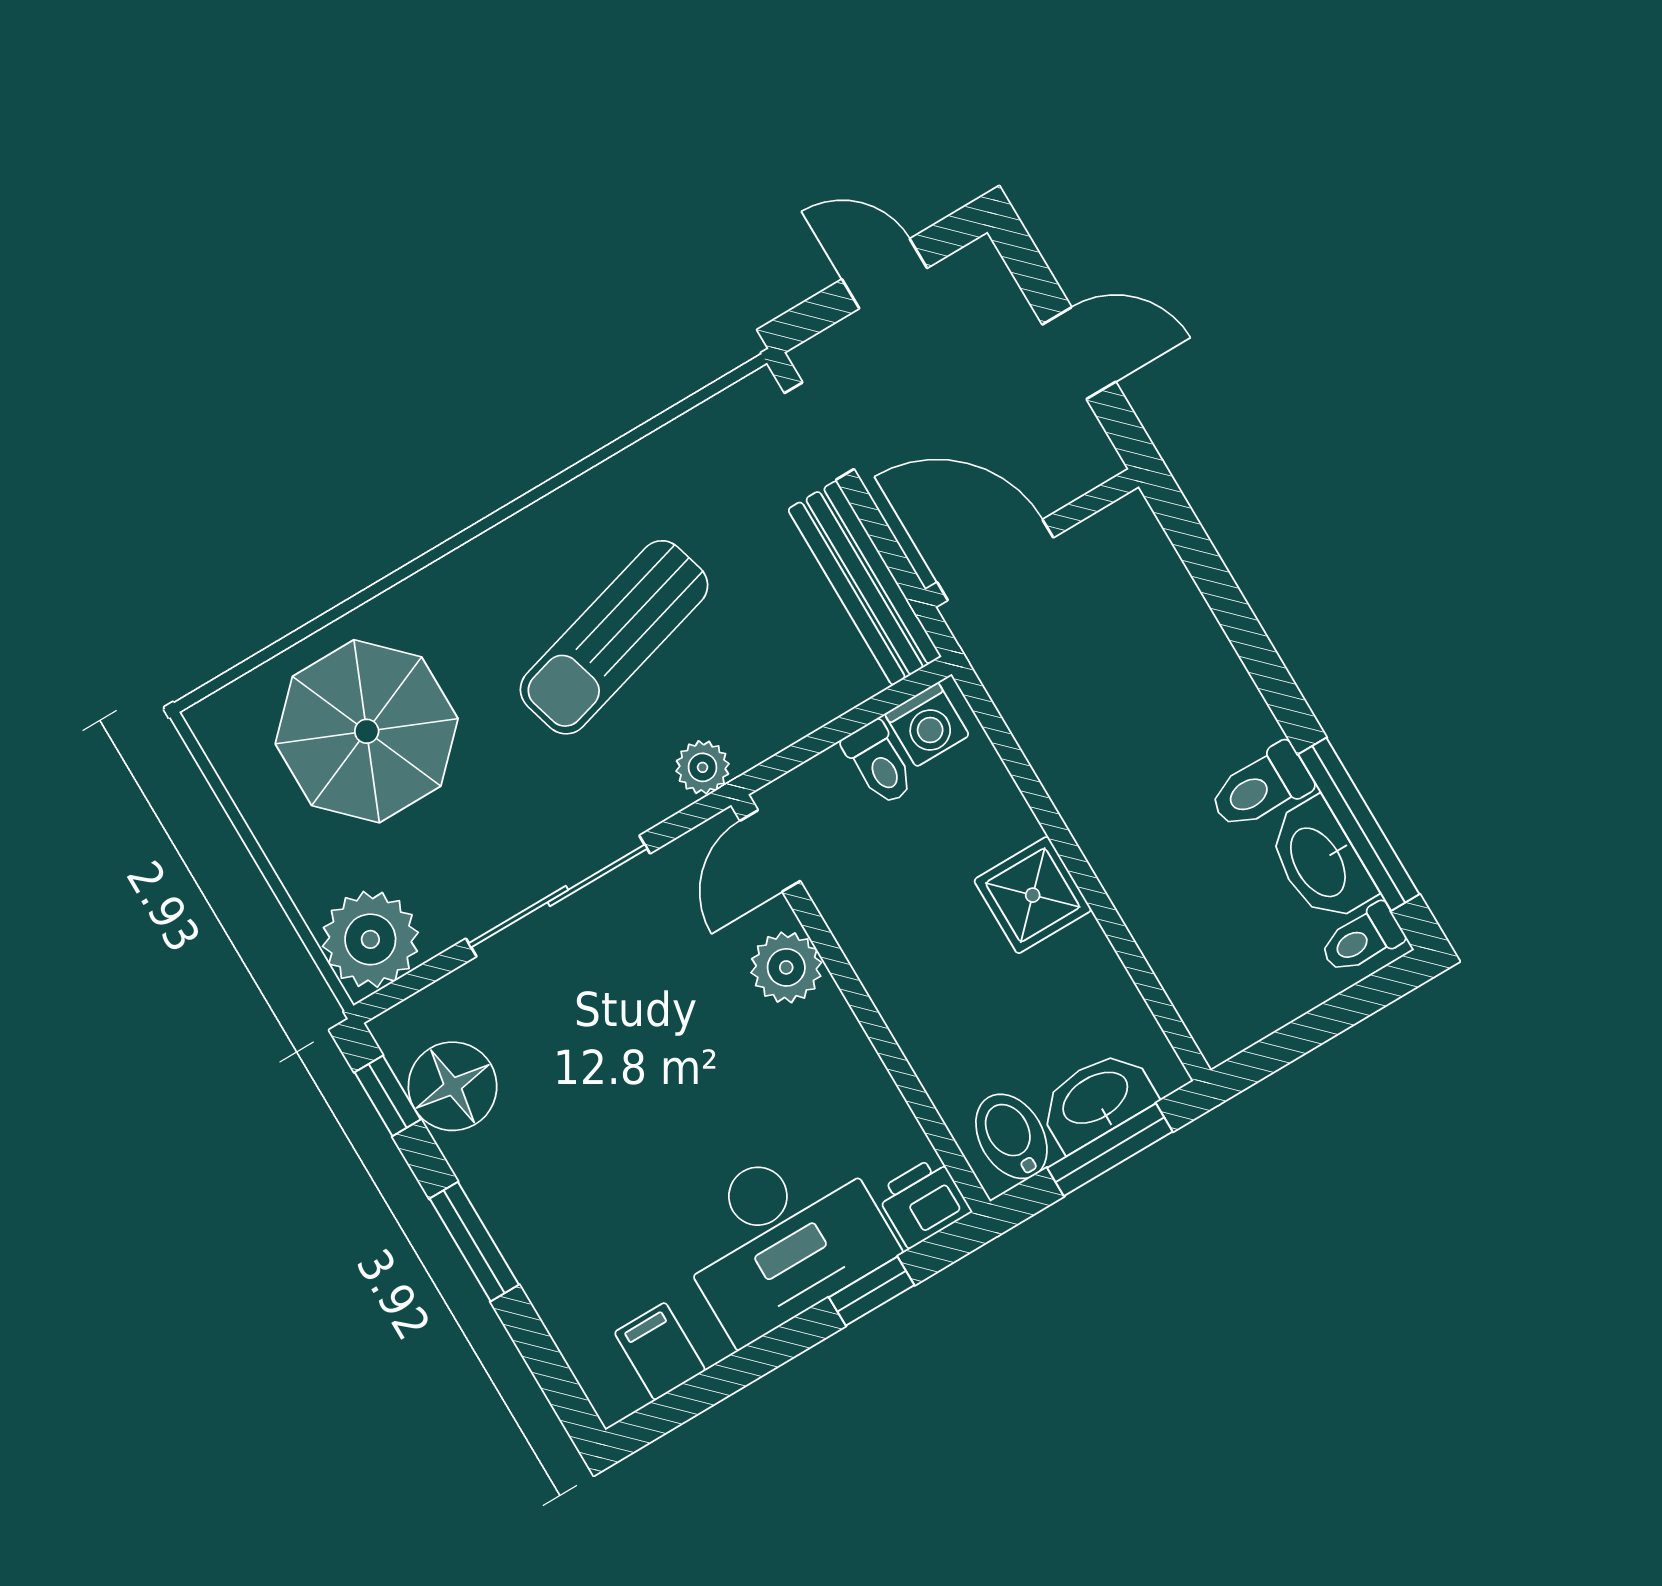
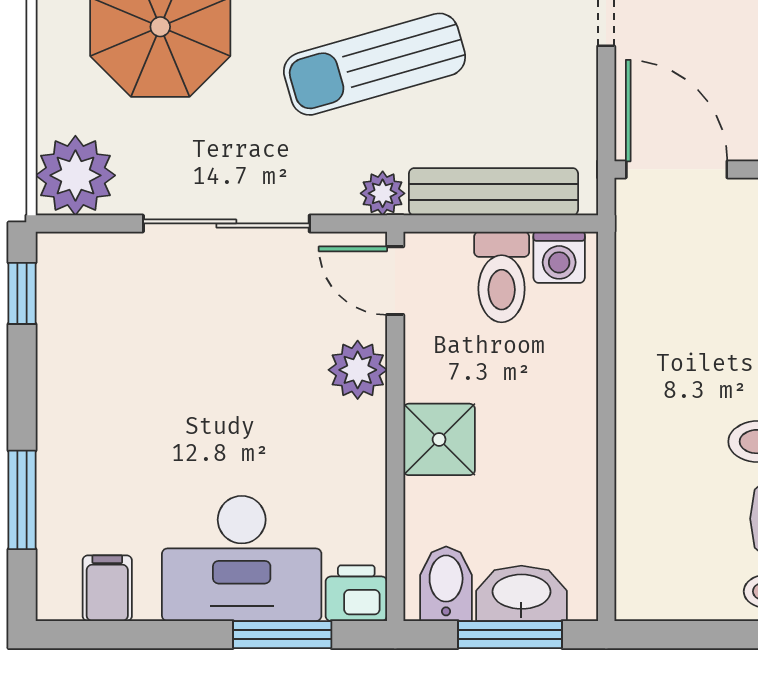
bench: (864, 583) -> (493, 192), moved, turned 90
toilet: (879, 763) -> (502, 277), width x1.37, depth x1.39
door: (770, 851) -> (395, 281), hinge flipped
shower: (1033, 895) -> (439, 439), moved
floor lamp: (453, 1086) -> (72, 314), removed
window: (474, 1242) -> (22, 500), moved
window: (872, 1291) -> (282, 635), width x1.50

